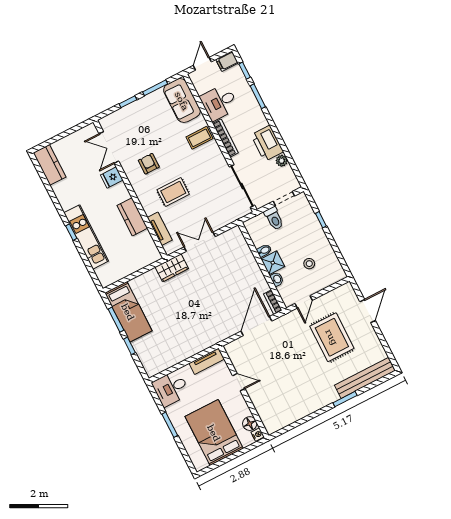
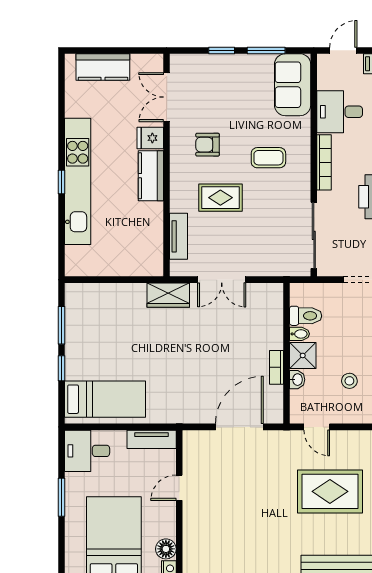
coffee table: (199, 138) -> (268, 158), moved
armchair: (149, 164) -> (208, 145), turned -90
kitchen counter: (50, 165) -> (103, 67), moved, turned 90
kitchen counter: (132, 217) -> (151, 176), moved
toilet: (274, 218) -> (306, 316), moved, turned -90
kitchen unit: (86, 237) -> (78, 181), width x1.36
double door: (200, 242) -> (222, 280), swing flipped
bookcase: (273, 302) -> (276, 367), moved
door: (304, 302) -> (317, 427), hinge flipped
bed: (128, 312) -> (105, 399), moved, turned -90
rug: (332, 337) -> (330, 491), turned 90
door: (239, 382) -> (179, 488), swing flipped

